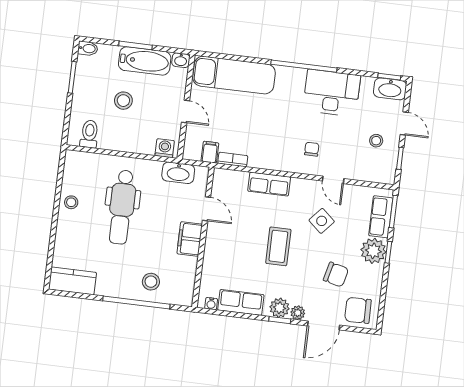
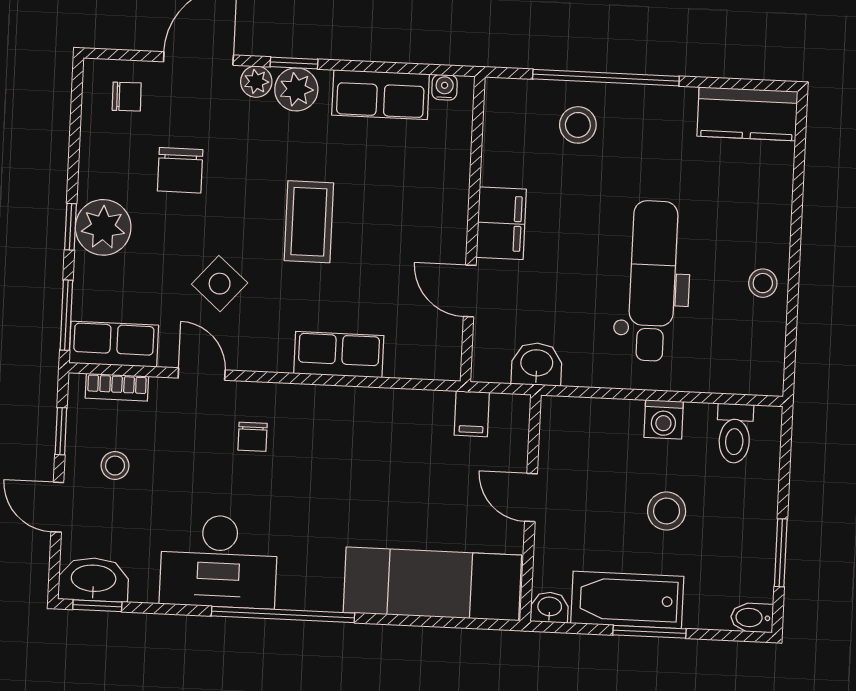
washing machine: (165, 148) -> (664, 419), moved
bookcase: (233, 159) -> (117, 387), moved
washbasin: (178, 173) -> (537, 364), width x0.72
row of seats: (381, 217) -> (114, 344), moved, turned -90
chair: (336, 275) -> (180, 170), turned -104
chair: (358, 310) -> (127, 97), width x0.54, depth x0.54

